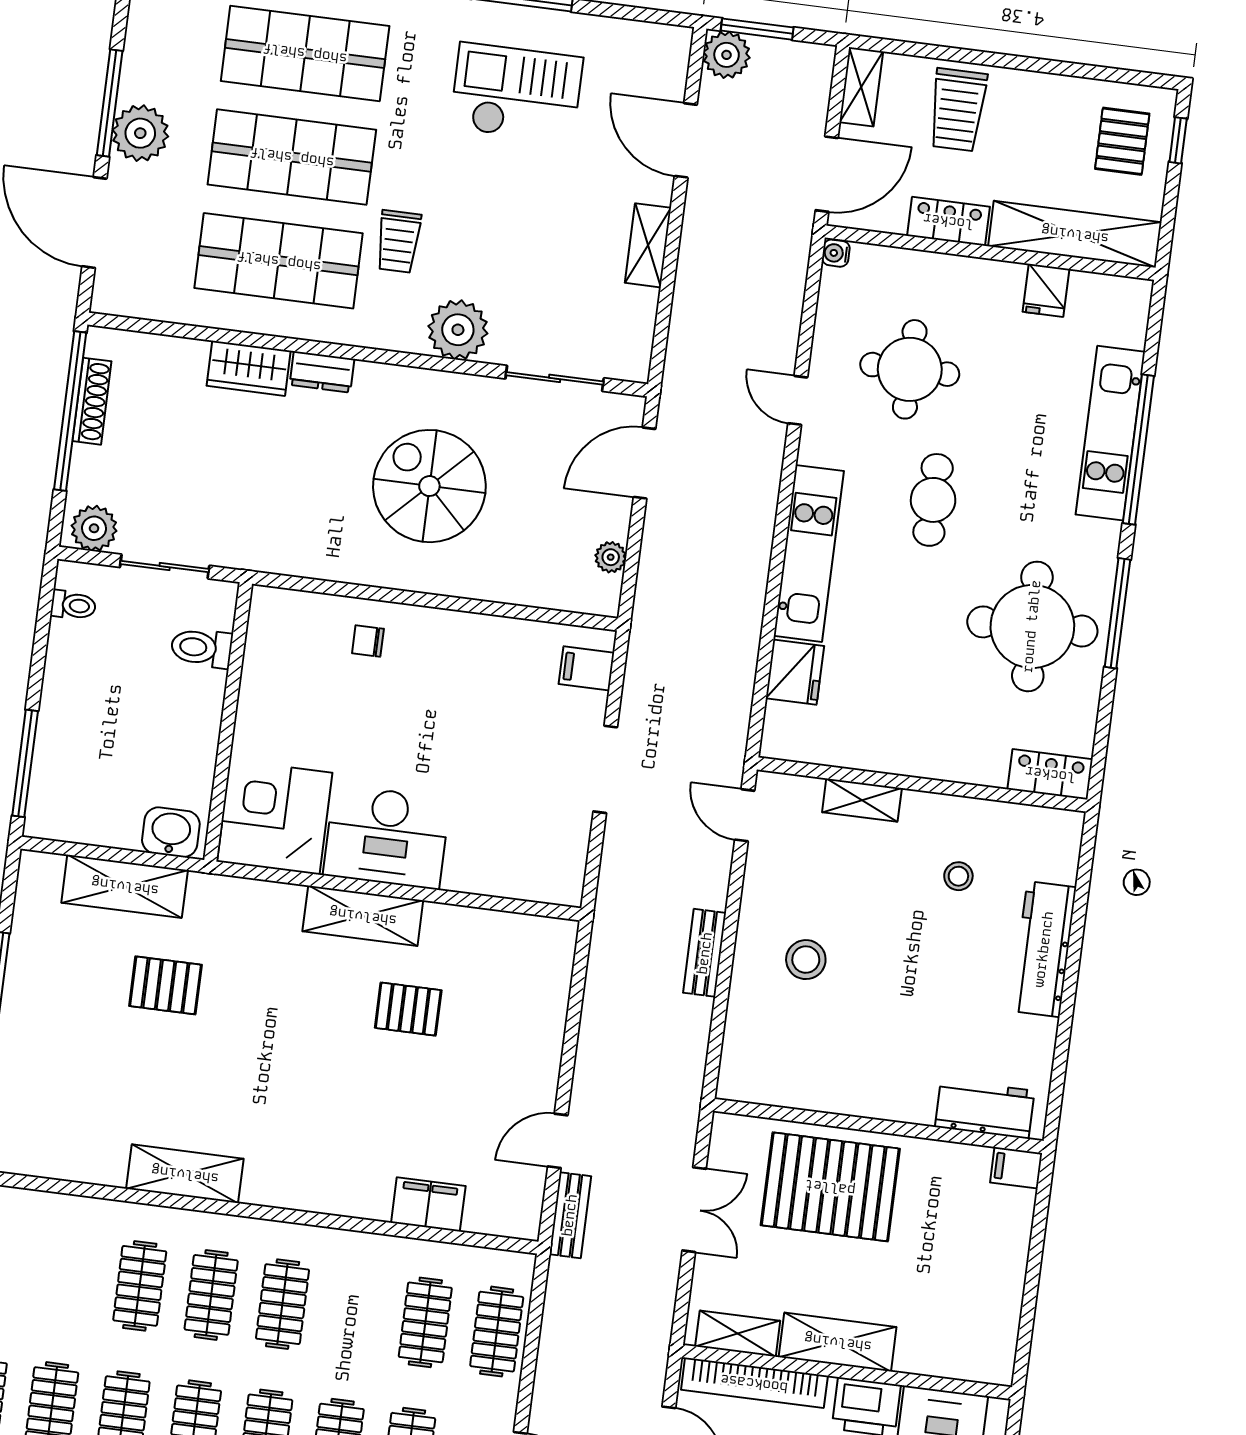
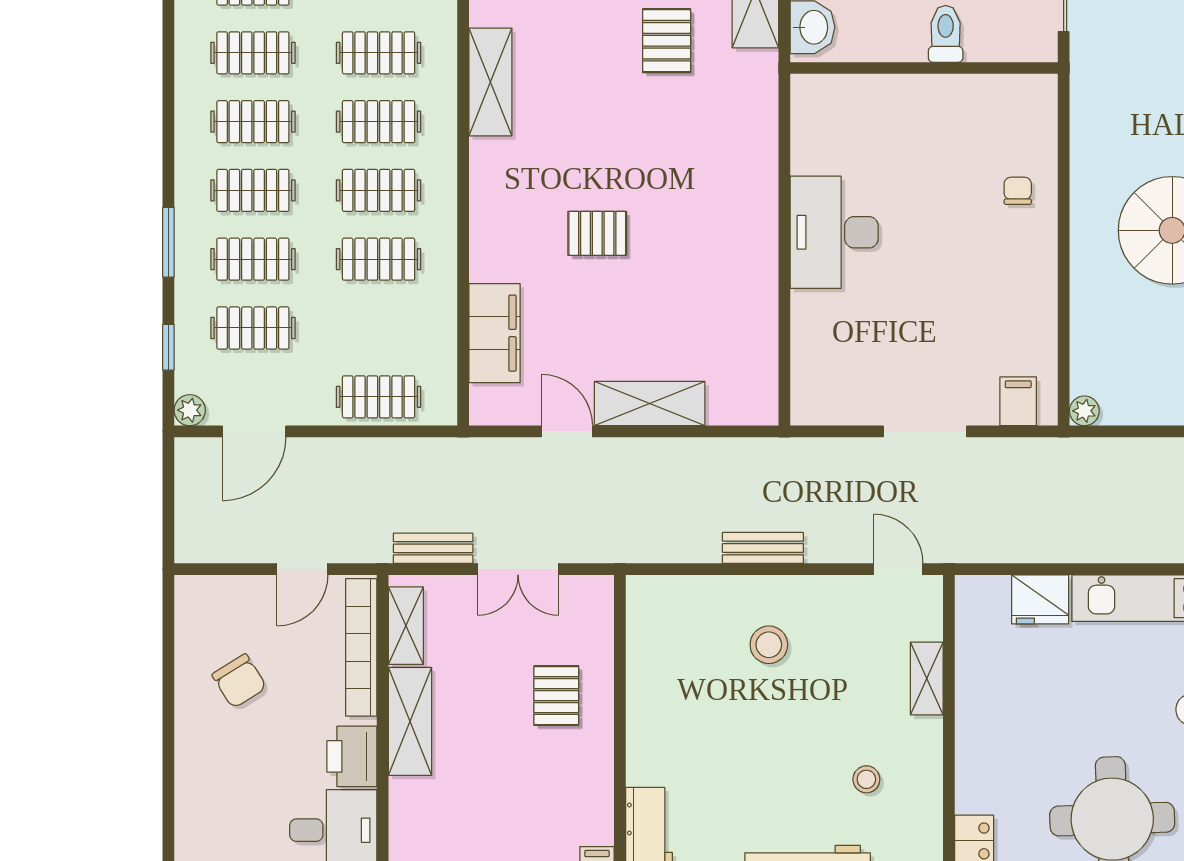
plant: (611, 557) -> (1084, 411), moved
toilet: (202, 648) -> (946, 34), moved
door: (745, 815) -> (898, 569), hinge flipped
corner desk: (275, 817) -> (839, 124), removed
shelving: (363, 916) -> (650, 404), moved, turned 90
pallet: (408, 1009) -> (597, 233), moved, turned 90
pallet: (830, 1187) -> (556, 696), width x0.49, depth x0.50
filing cabinet: (428, 1204) -> (494, 333), width x1.50, depth x1.17
bench: (570, 1215) -> (433, 548), moved
clothes rail: (425, 1322) -> (379, 259), moved

